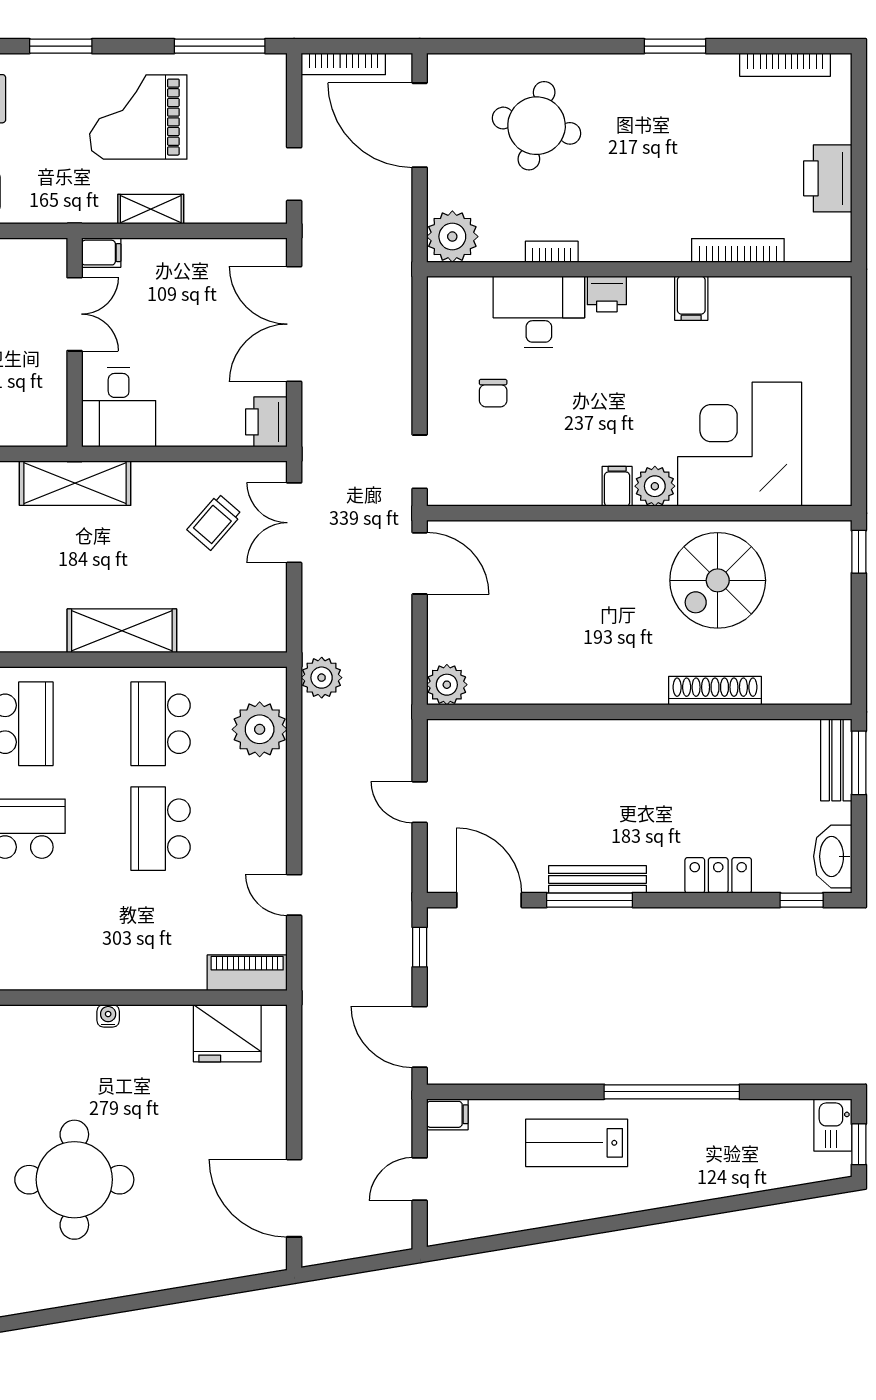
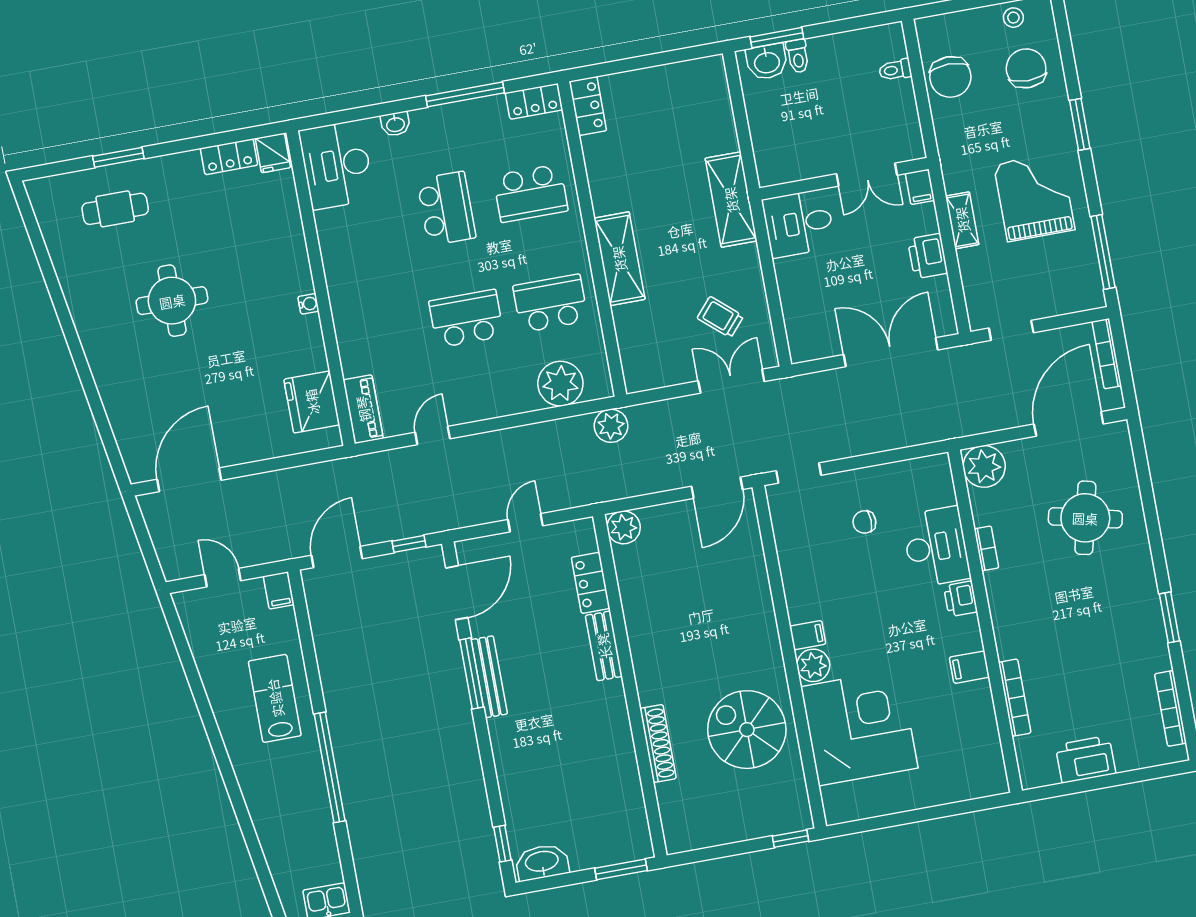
printer: (266, 422) -> (928, 256), moved, turned -90
bench: (836, 760) -> (604, 646), moved, turned 90
locker: (718, 875) -> (591, 583), moved, turned 180
round table: (74, 1180) -> (172, 301), width x0.73, depth x0.73

